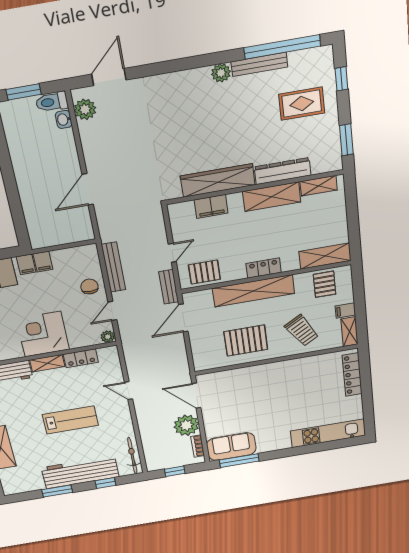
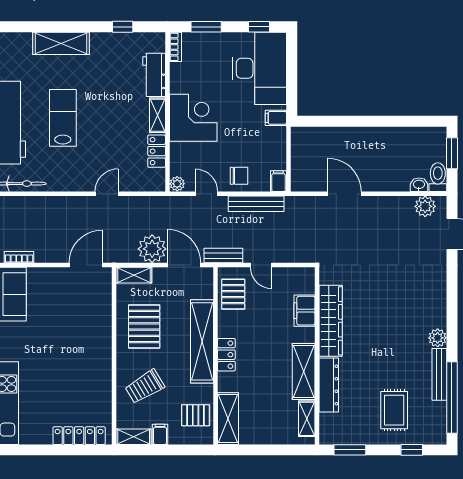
filing cabinet: (43, 262) -> (278, 181), moved, turned 90
shelving: (199, 357) -> (134, 275), added
lab bench: (70, 420) -> (63, 118), moved, turned 180
plant: (186, 425) -> (152, 249), moved

